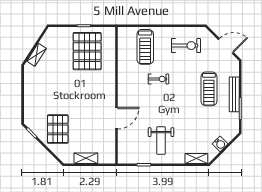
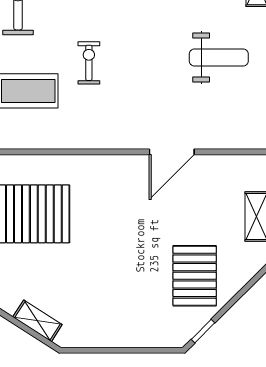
door: (116, 118) -> (172, 152), swing flipped
pallet: (58, 129) -> (195, 276), turned 90

